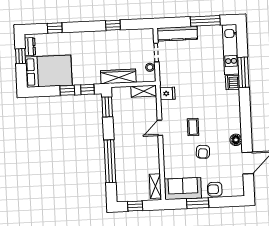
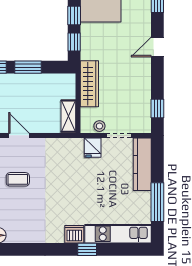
window: (113, 25) -> (157, 108), moved
door: (88, 26) -> (157, 47), added
window: (243, 72) -> (87, 249), width x0.46
fridge: (167, 93) -> (93, 148), moved
window: (107, 107) -> (28, 67), moved

